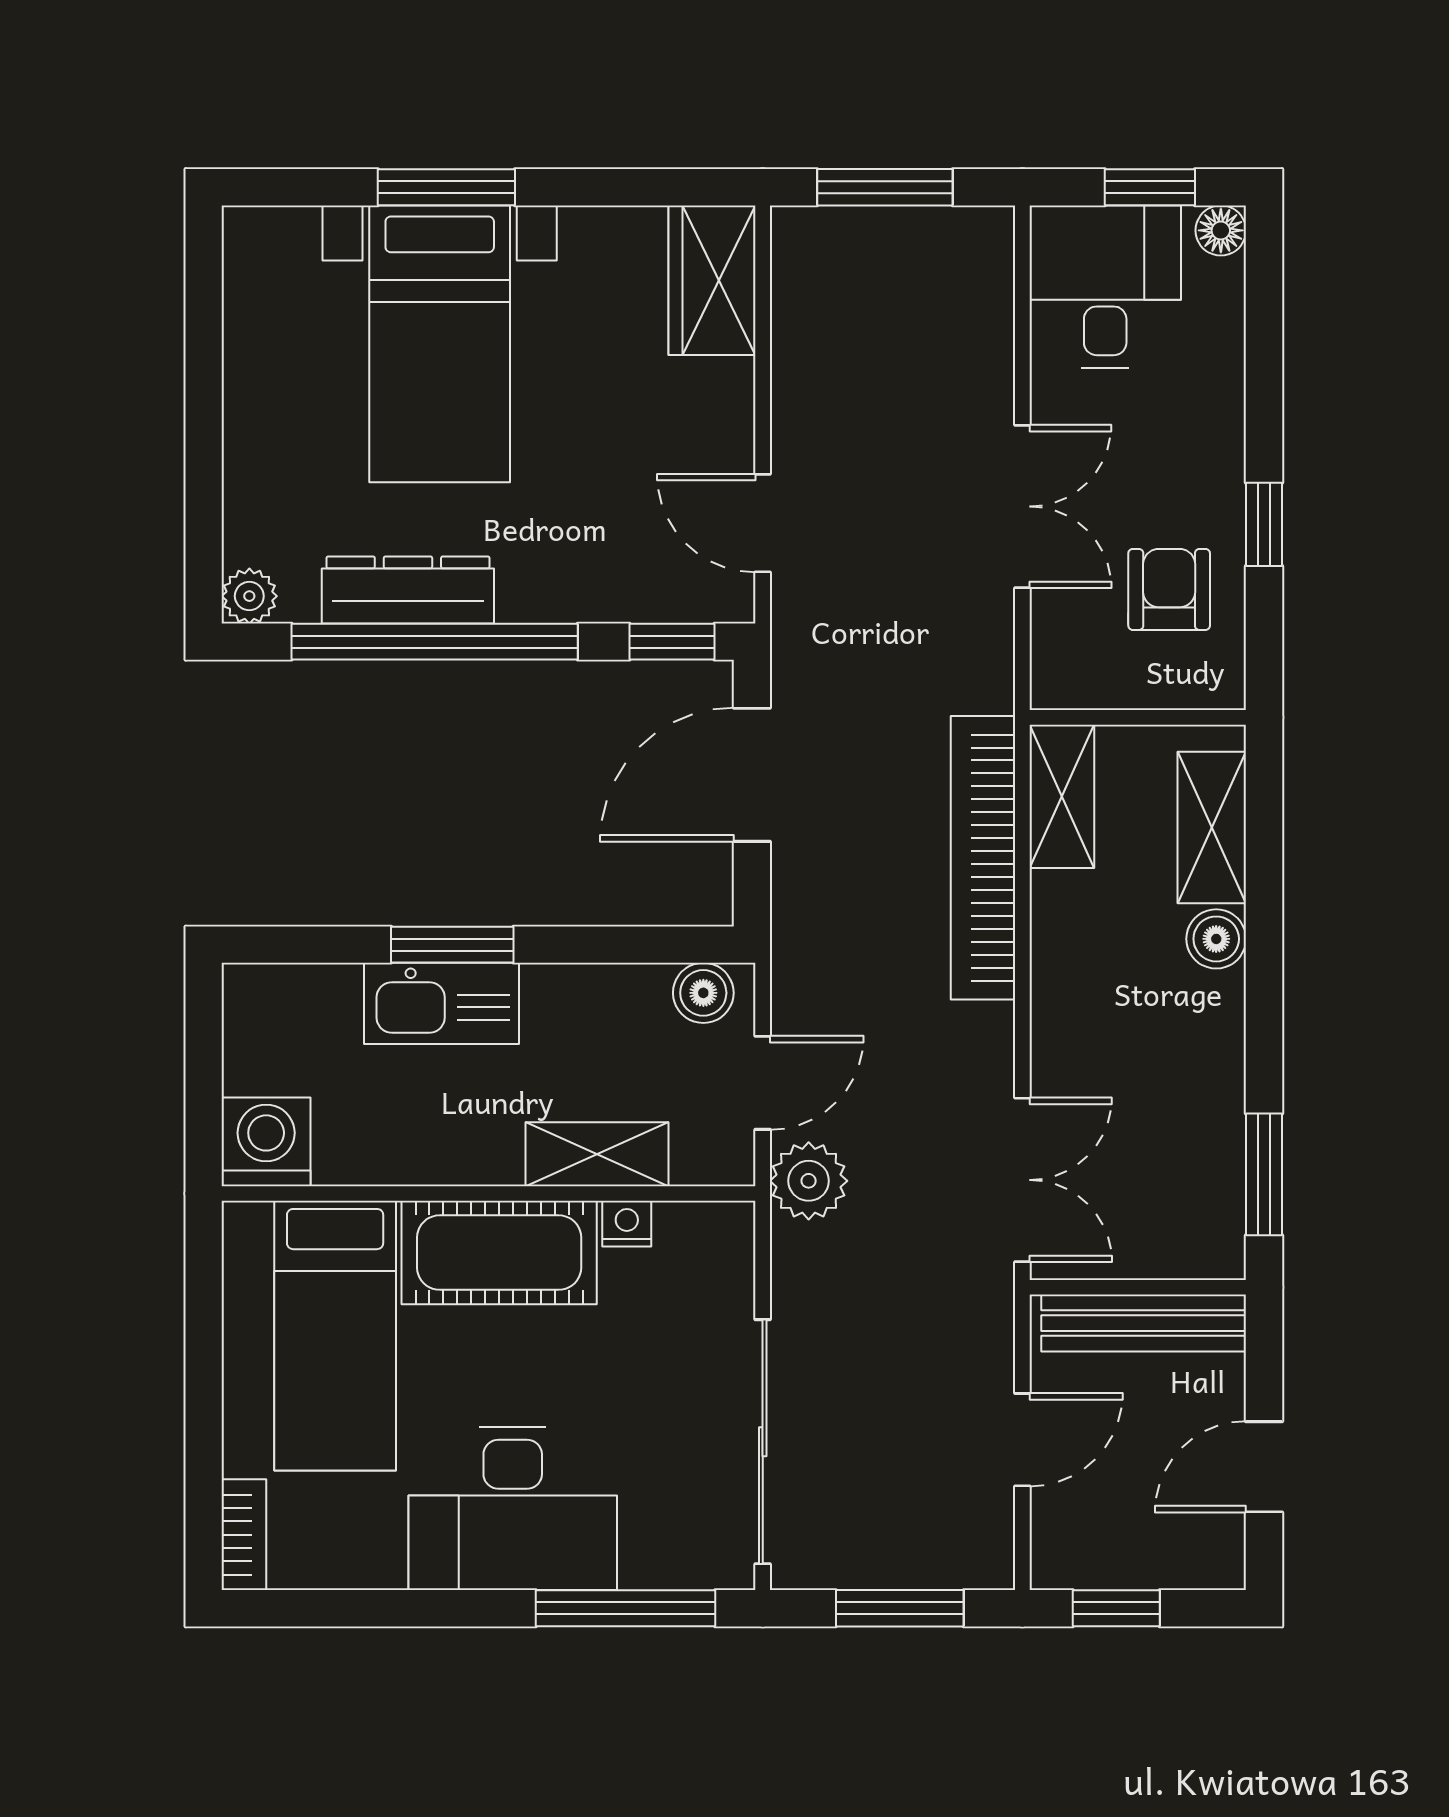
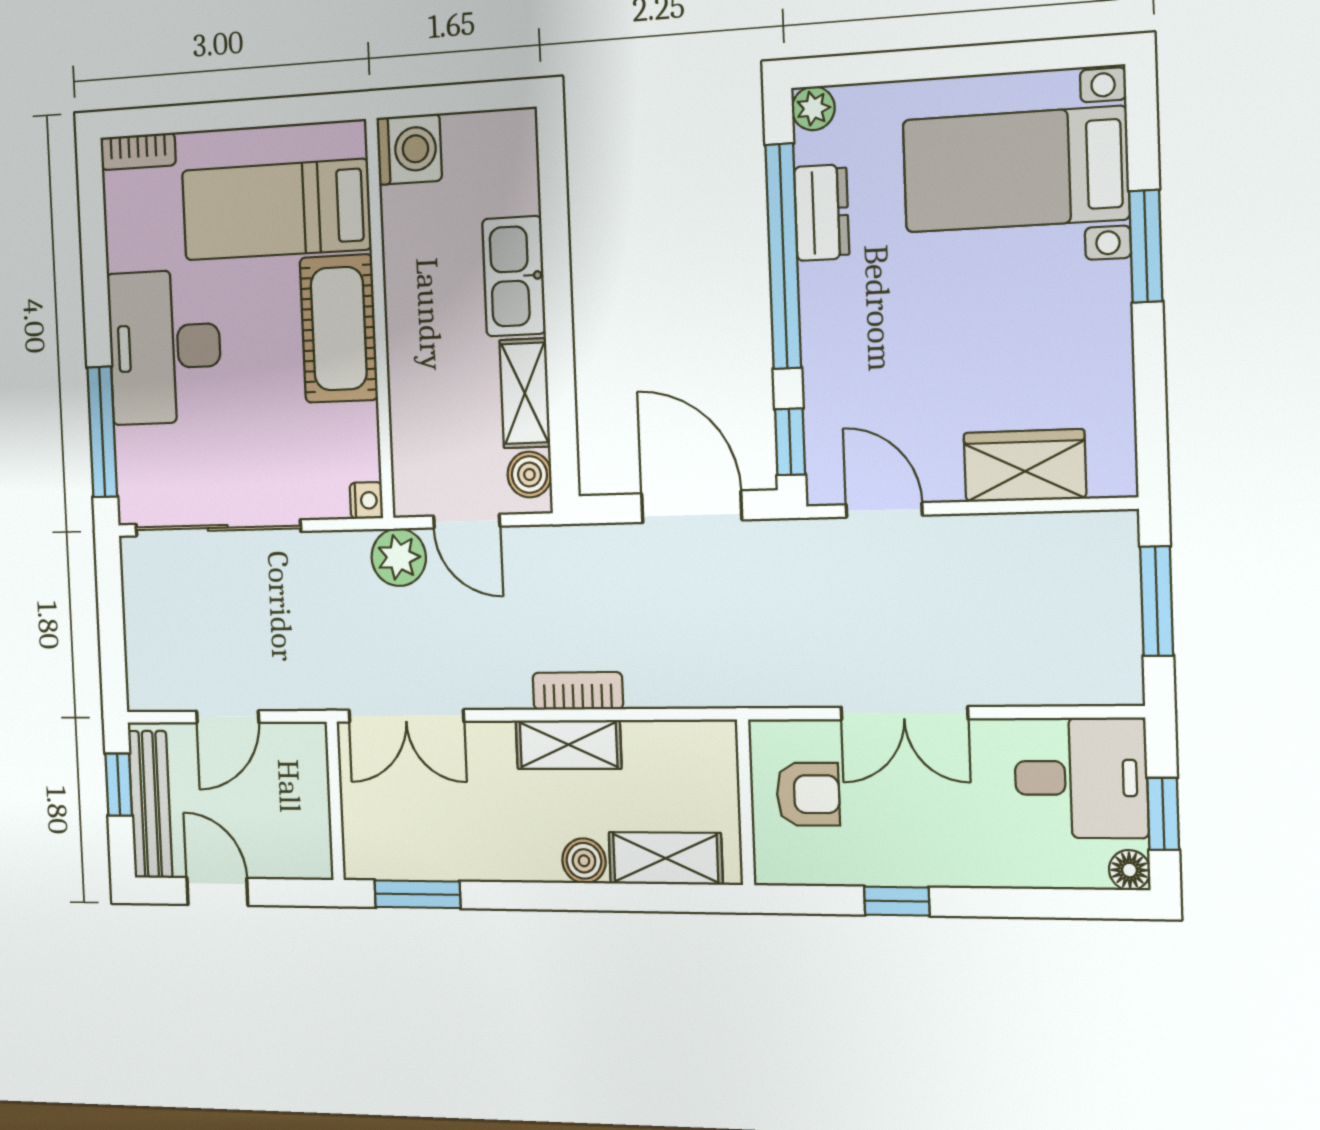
wardrobe: (712, 280) -> (1025, 466), moved
bed with nightstands: (440, 344) -> (1015, 169), moved
door: (763, 523) -> (884, 510), hinge flipped
armchair: (1169, 589) -> (808, 794), moved
dresser: (408, 590) -> (822, 213), width x0.70
shelving: (1062, 796) -> (568, 745), moved
bookcase: (983, 858) -> (578, 691), width x0.43, depth x0.76
window: (452, 945) -> (557, 282), removed
shelving: (597, 1154) -> (525, 393), moved
nightstand: (627, 1224) -> (366, 500), moved
bench: (1144, 1323) -> (150, 804), moved
door: (1022, 1440) -> (228, 717), hinge flipped
window: (900, 1608) -> (111, 629), removed

